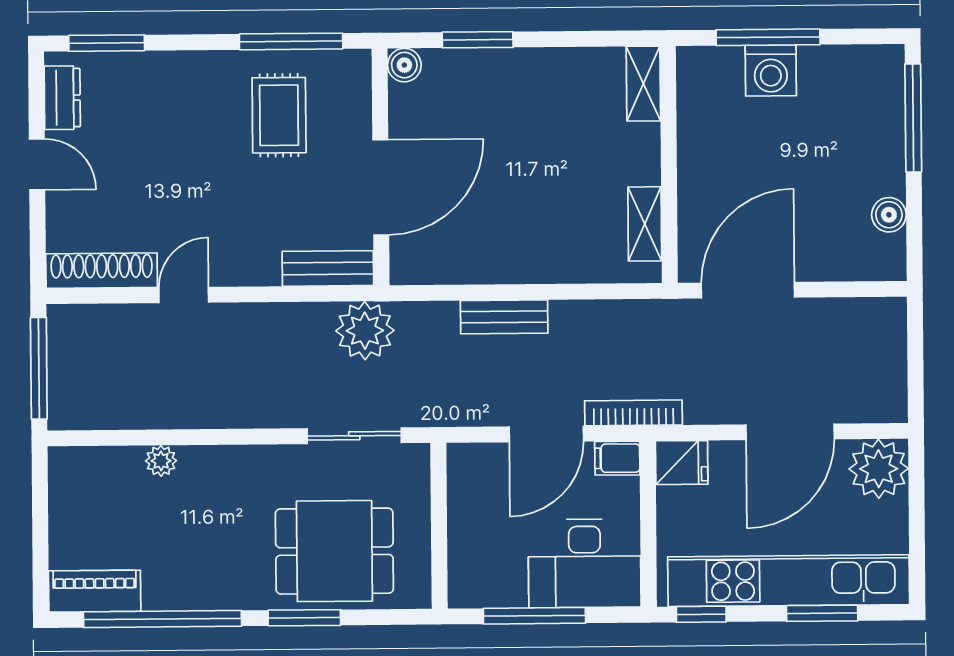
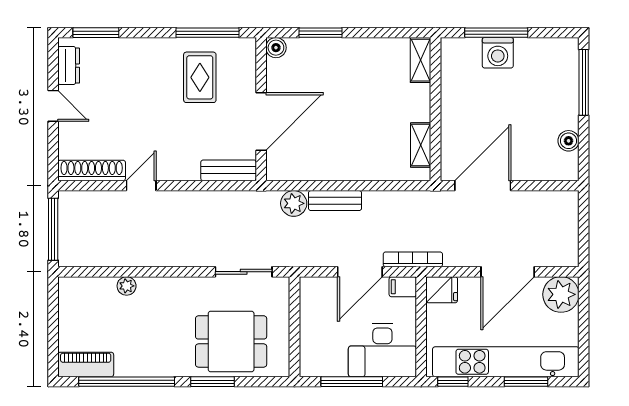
plant: (365, 331) -> (294, 203), moved, width x0.73, depth x0.73

